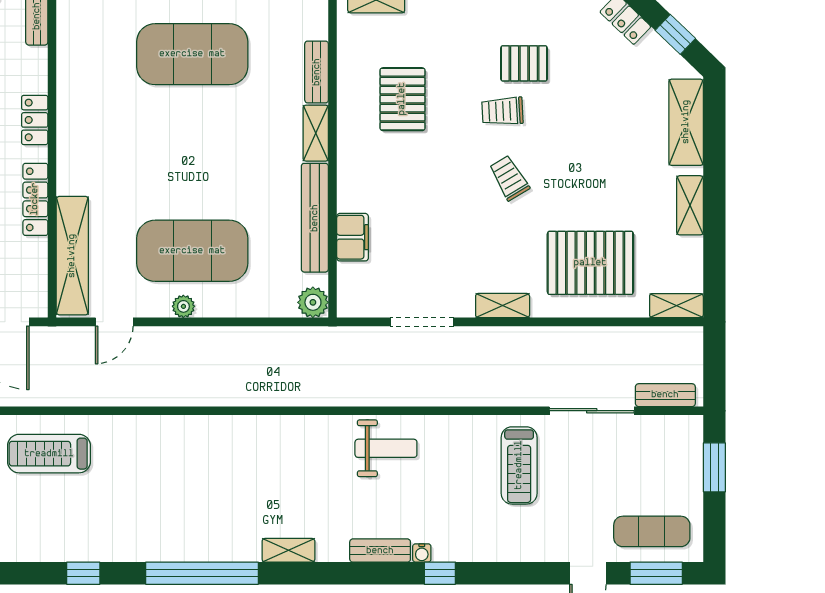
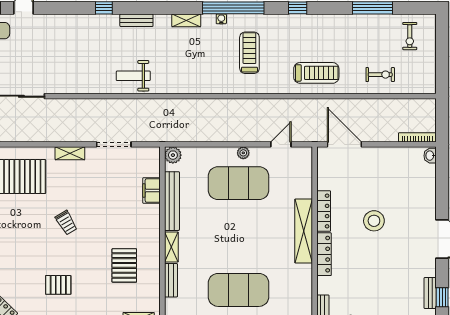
trolley: (502, 111) -> (70, 259), removed
locker: (35, 120) -> (324, 254), width x1.53
shelving: (72, 256) -> (304, 231), moved
treadmill: (519, 465) -> (249, 53), moved
water cooler: (422, 553) -> (221, 19), moved

